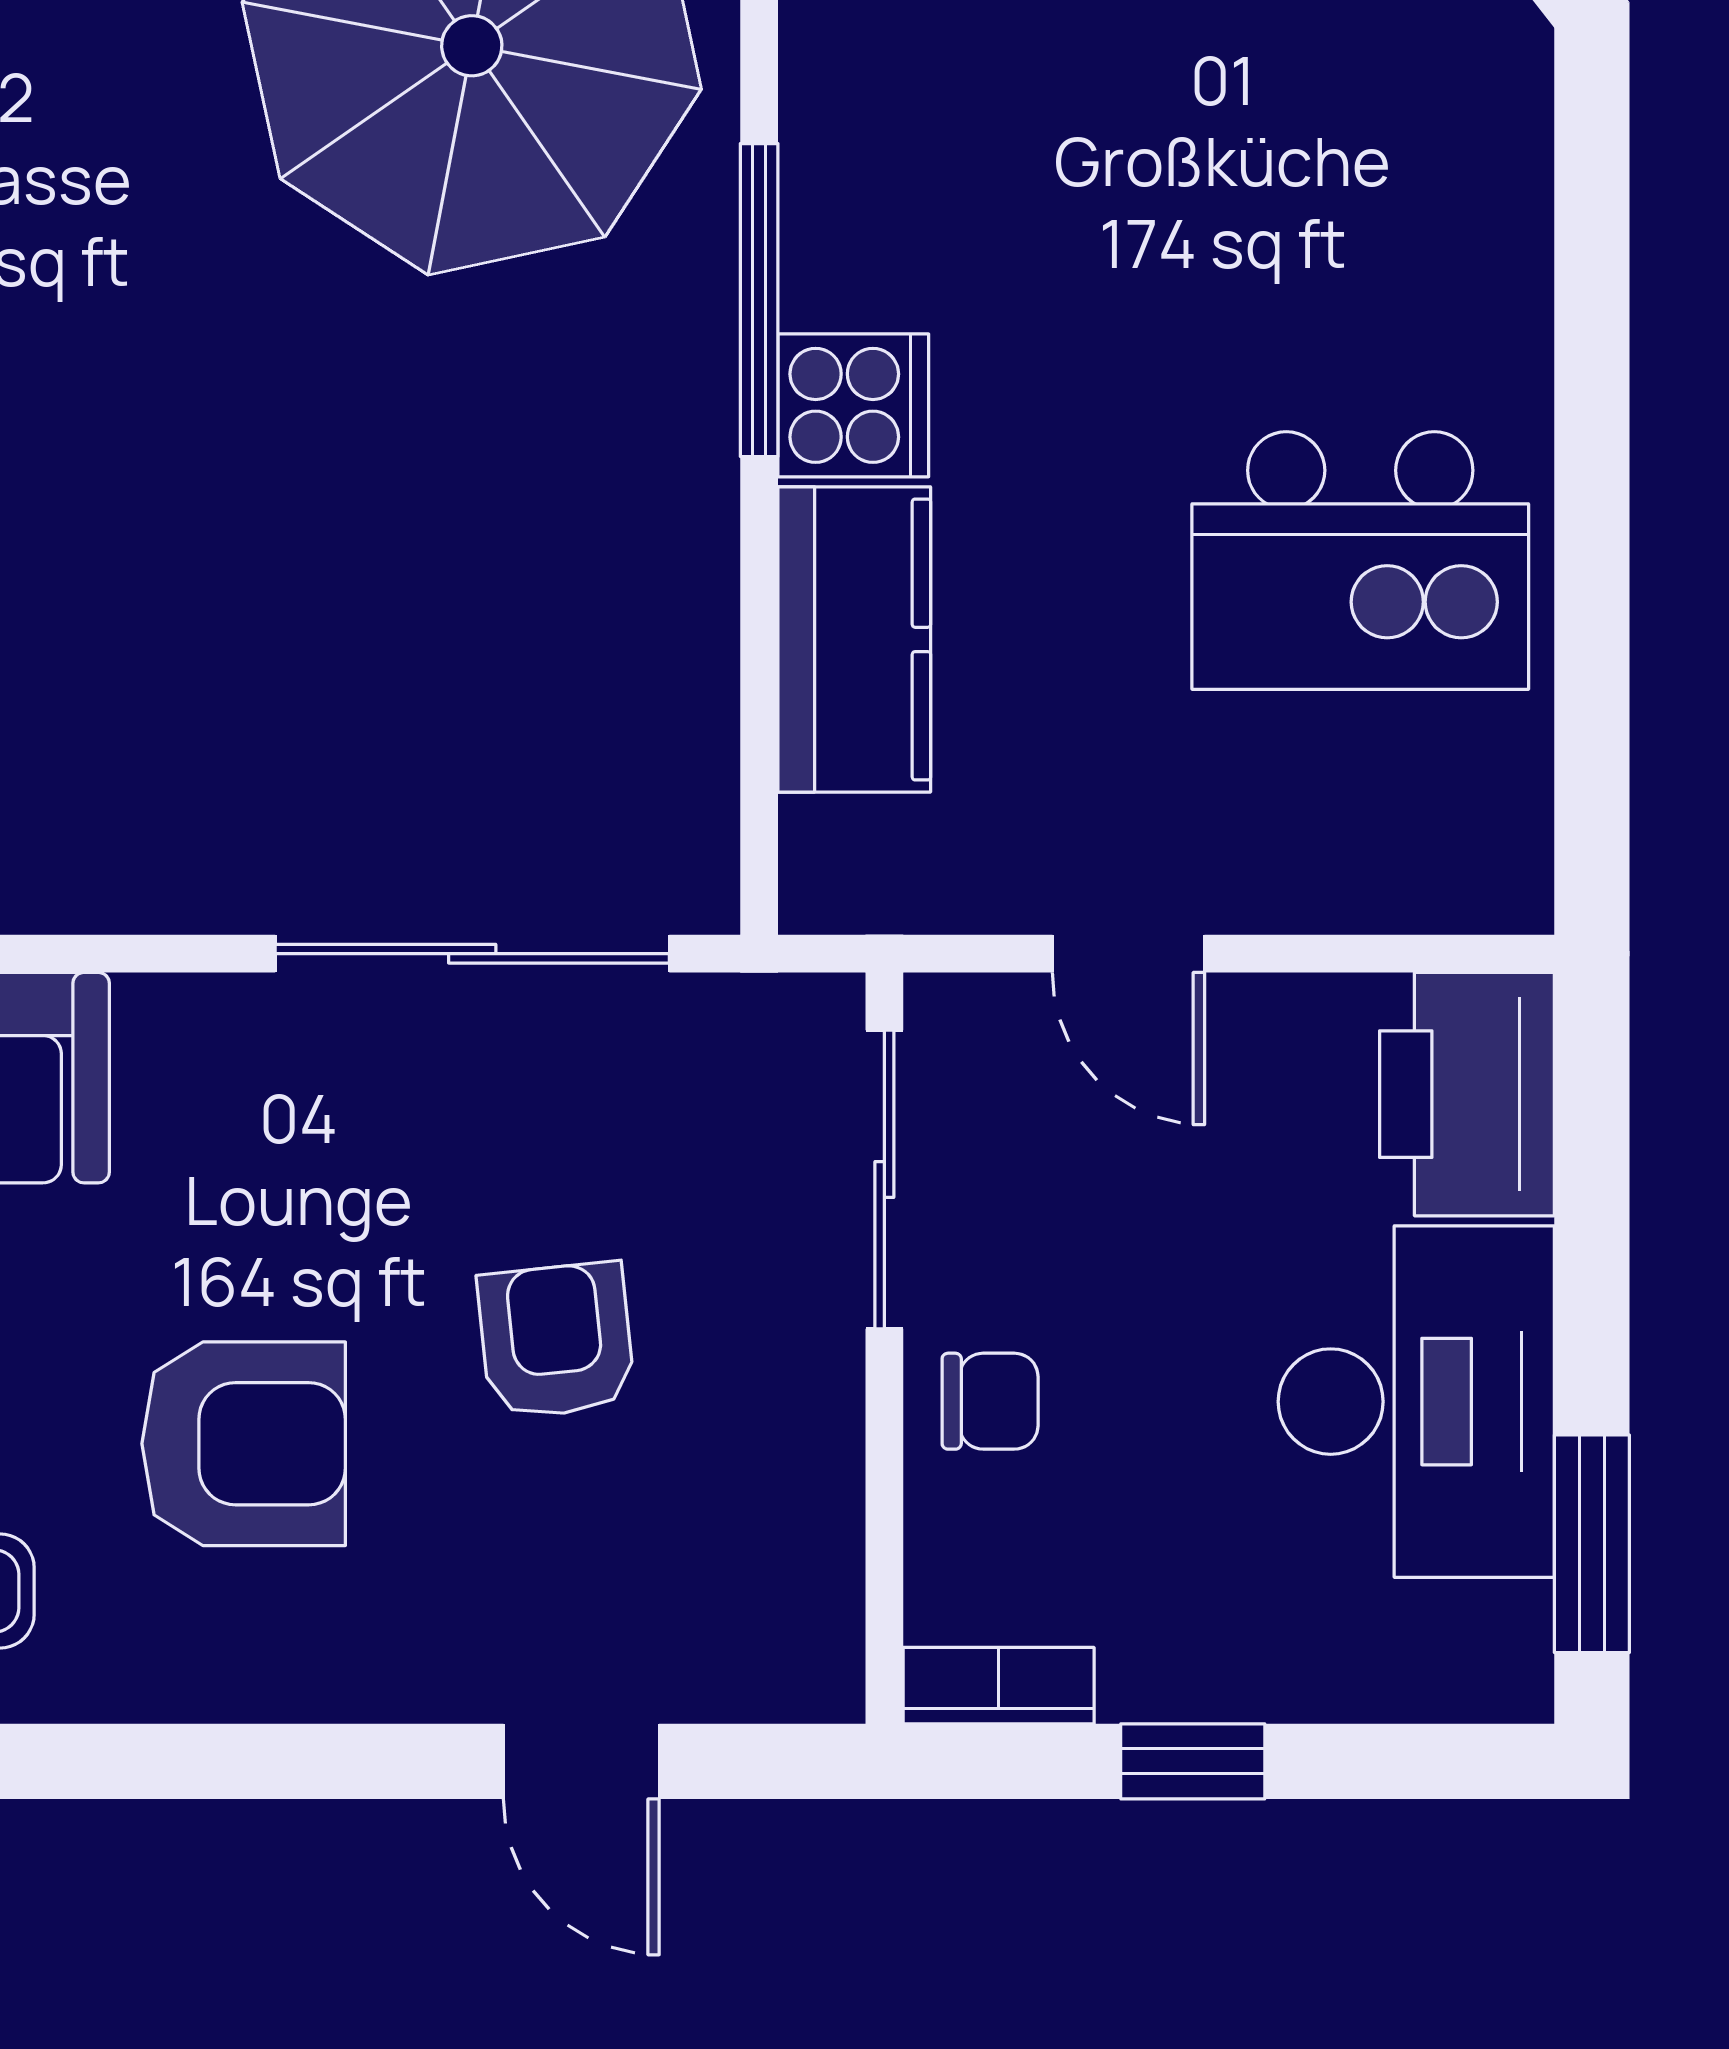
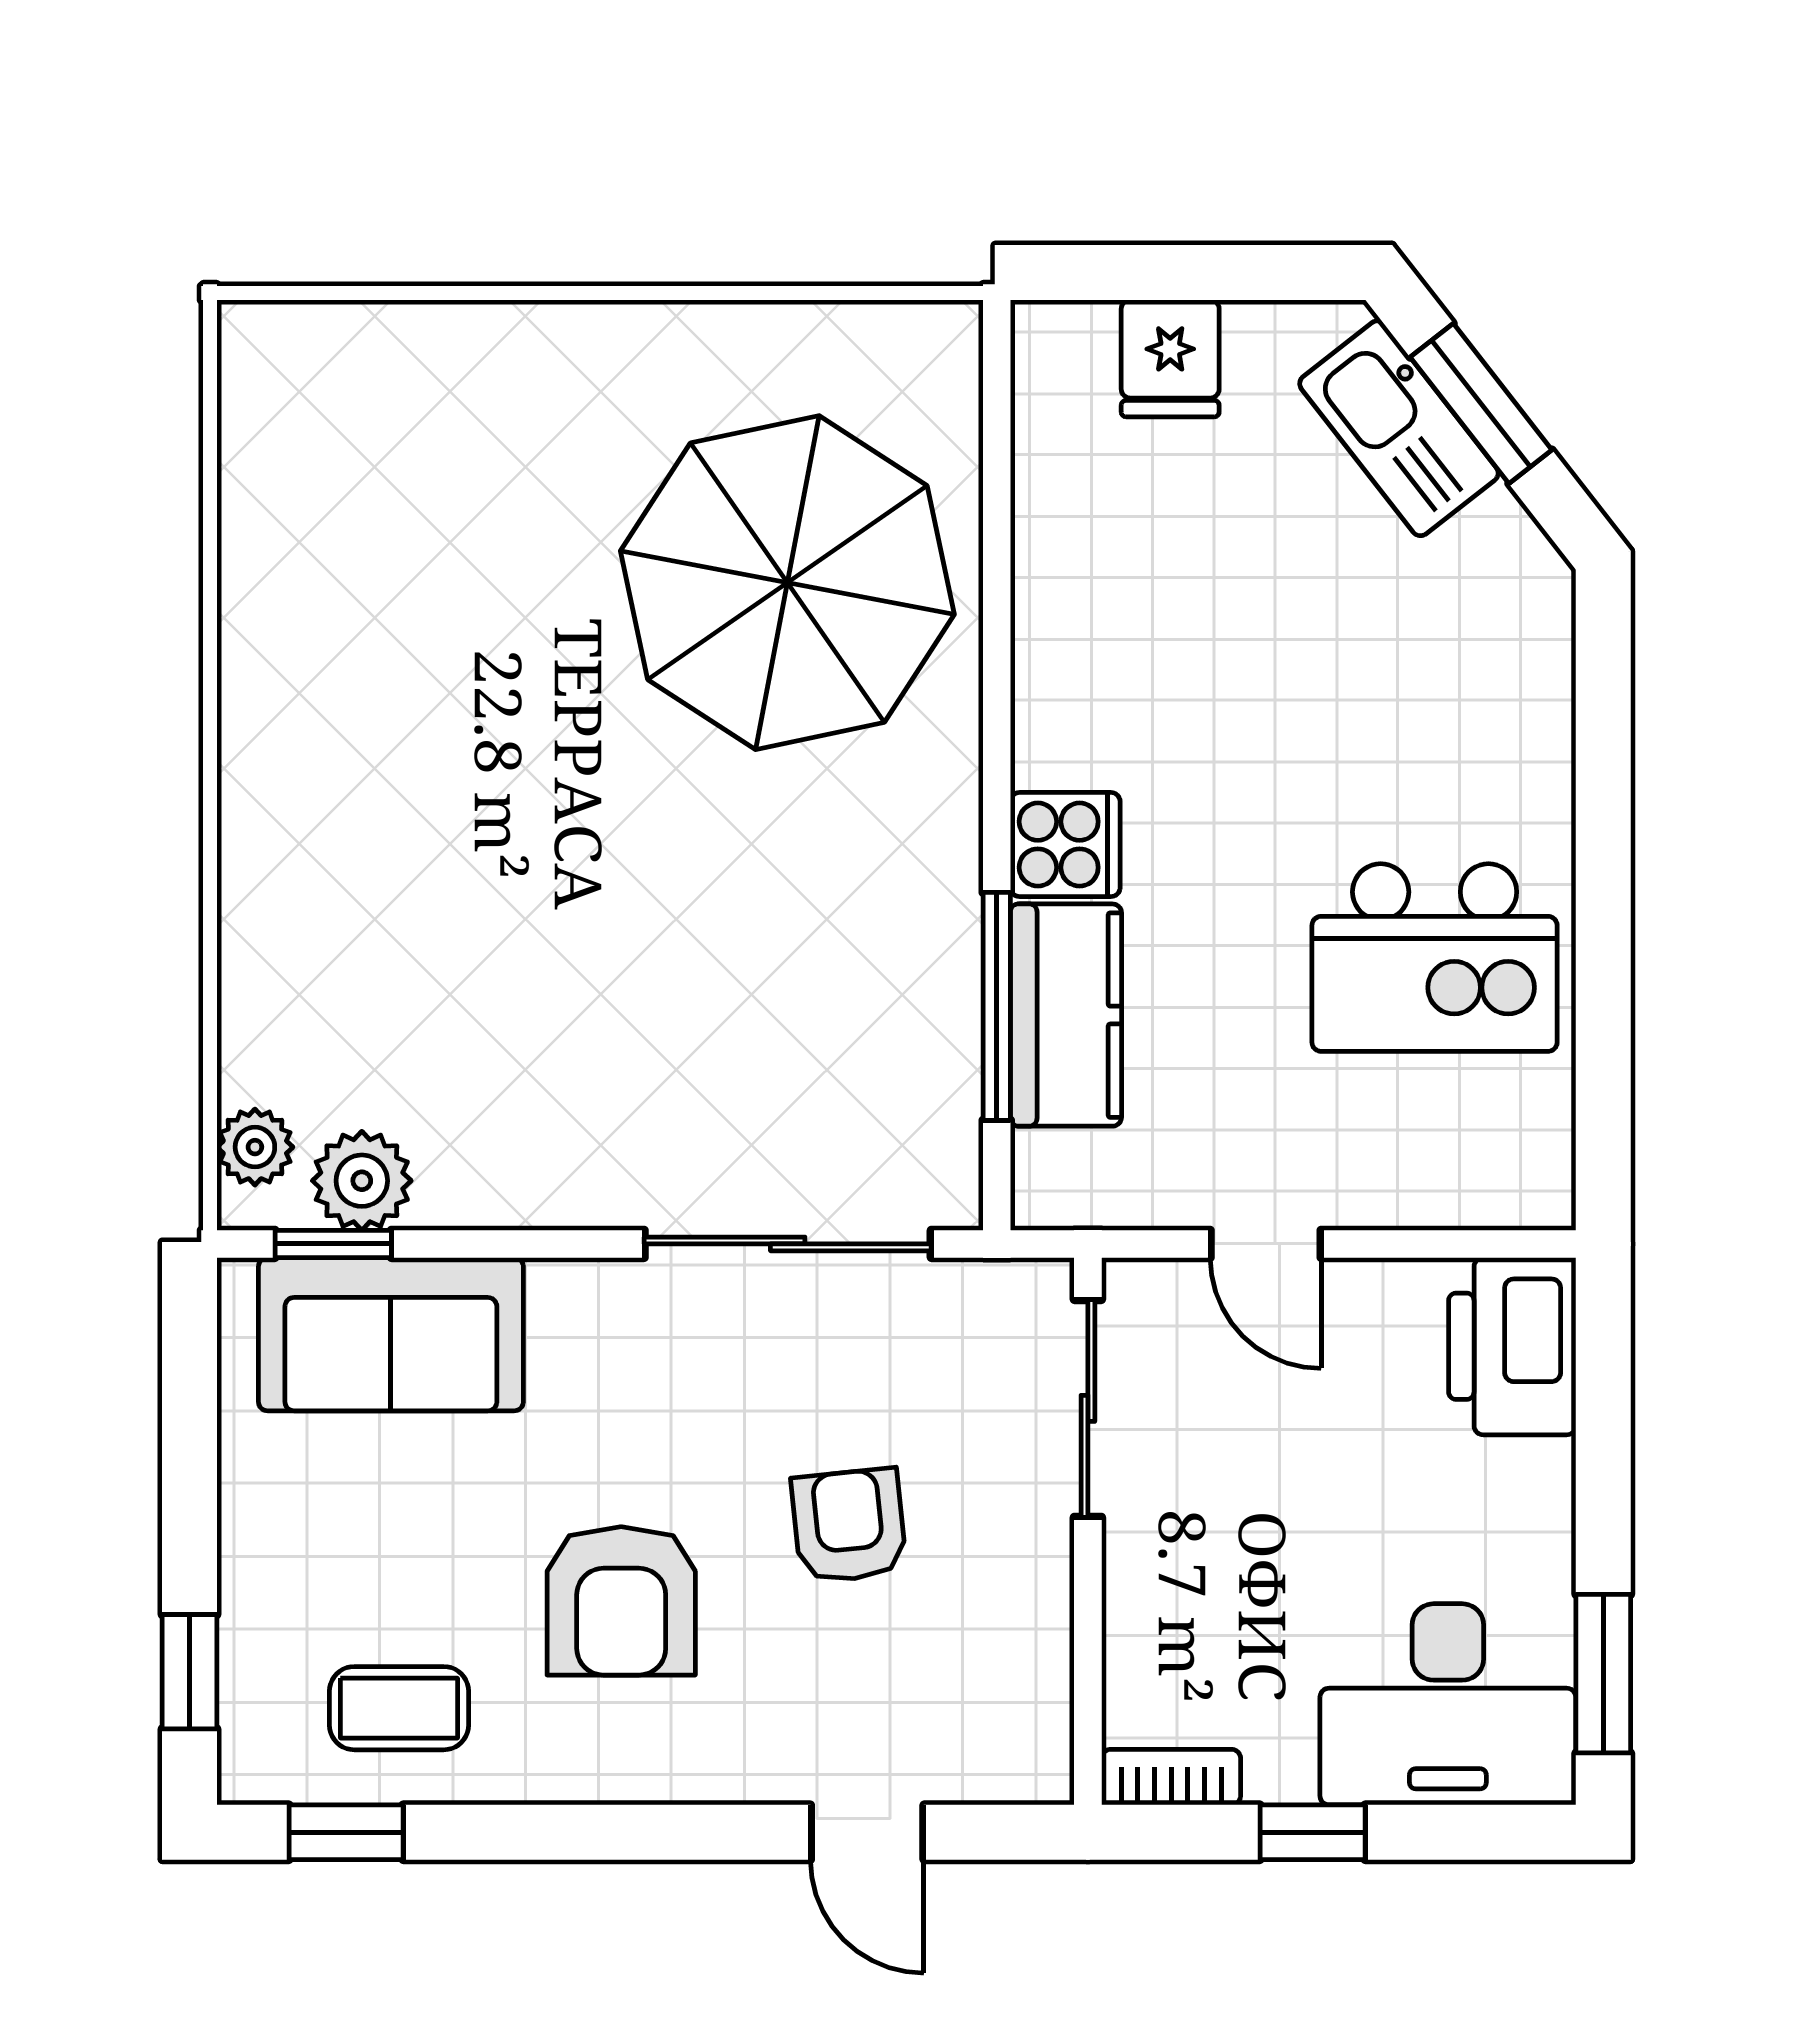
window: (759, 300) -> (997, 1006), moved
chair: (990, 1401) -> (1165, 1570), removed
desk: (1416, 1402) -> (1448, 1704), moved, turned 90
armchair: (244, 1444) -> (621, 1601), turned 90

